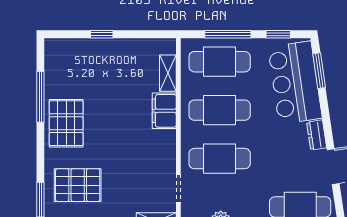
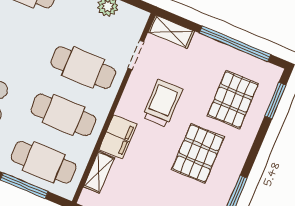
pallet: (66, 123) -> (198, 153), moved
trolley: (138, 156) -> (162, 103), added
pallet: (78, 185) -> (233, 100), turned 90

